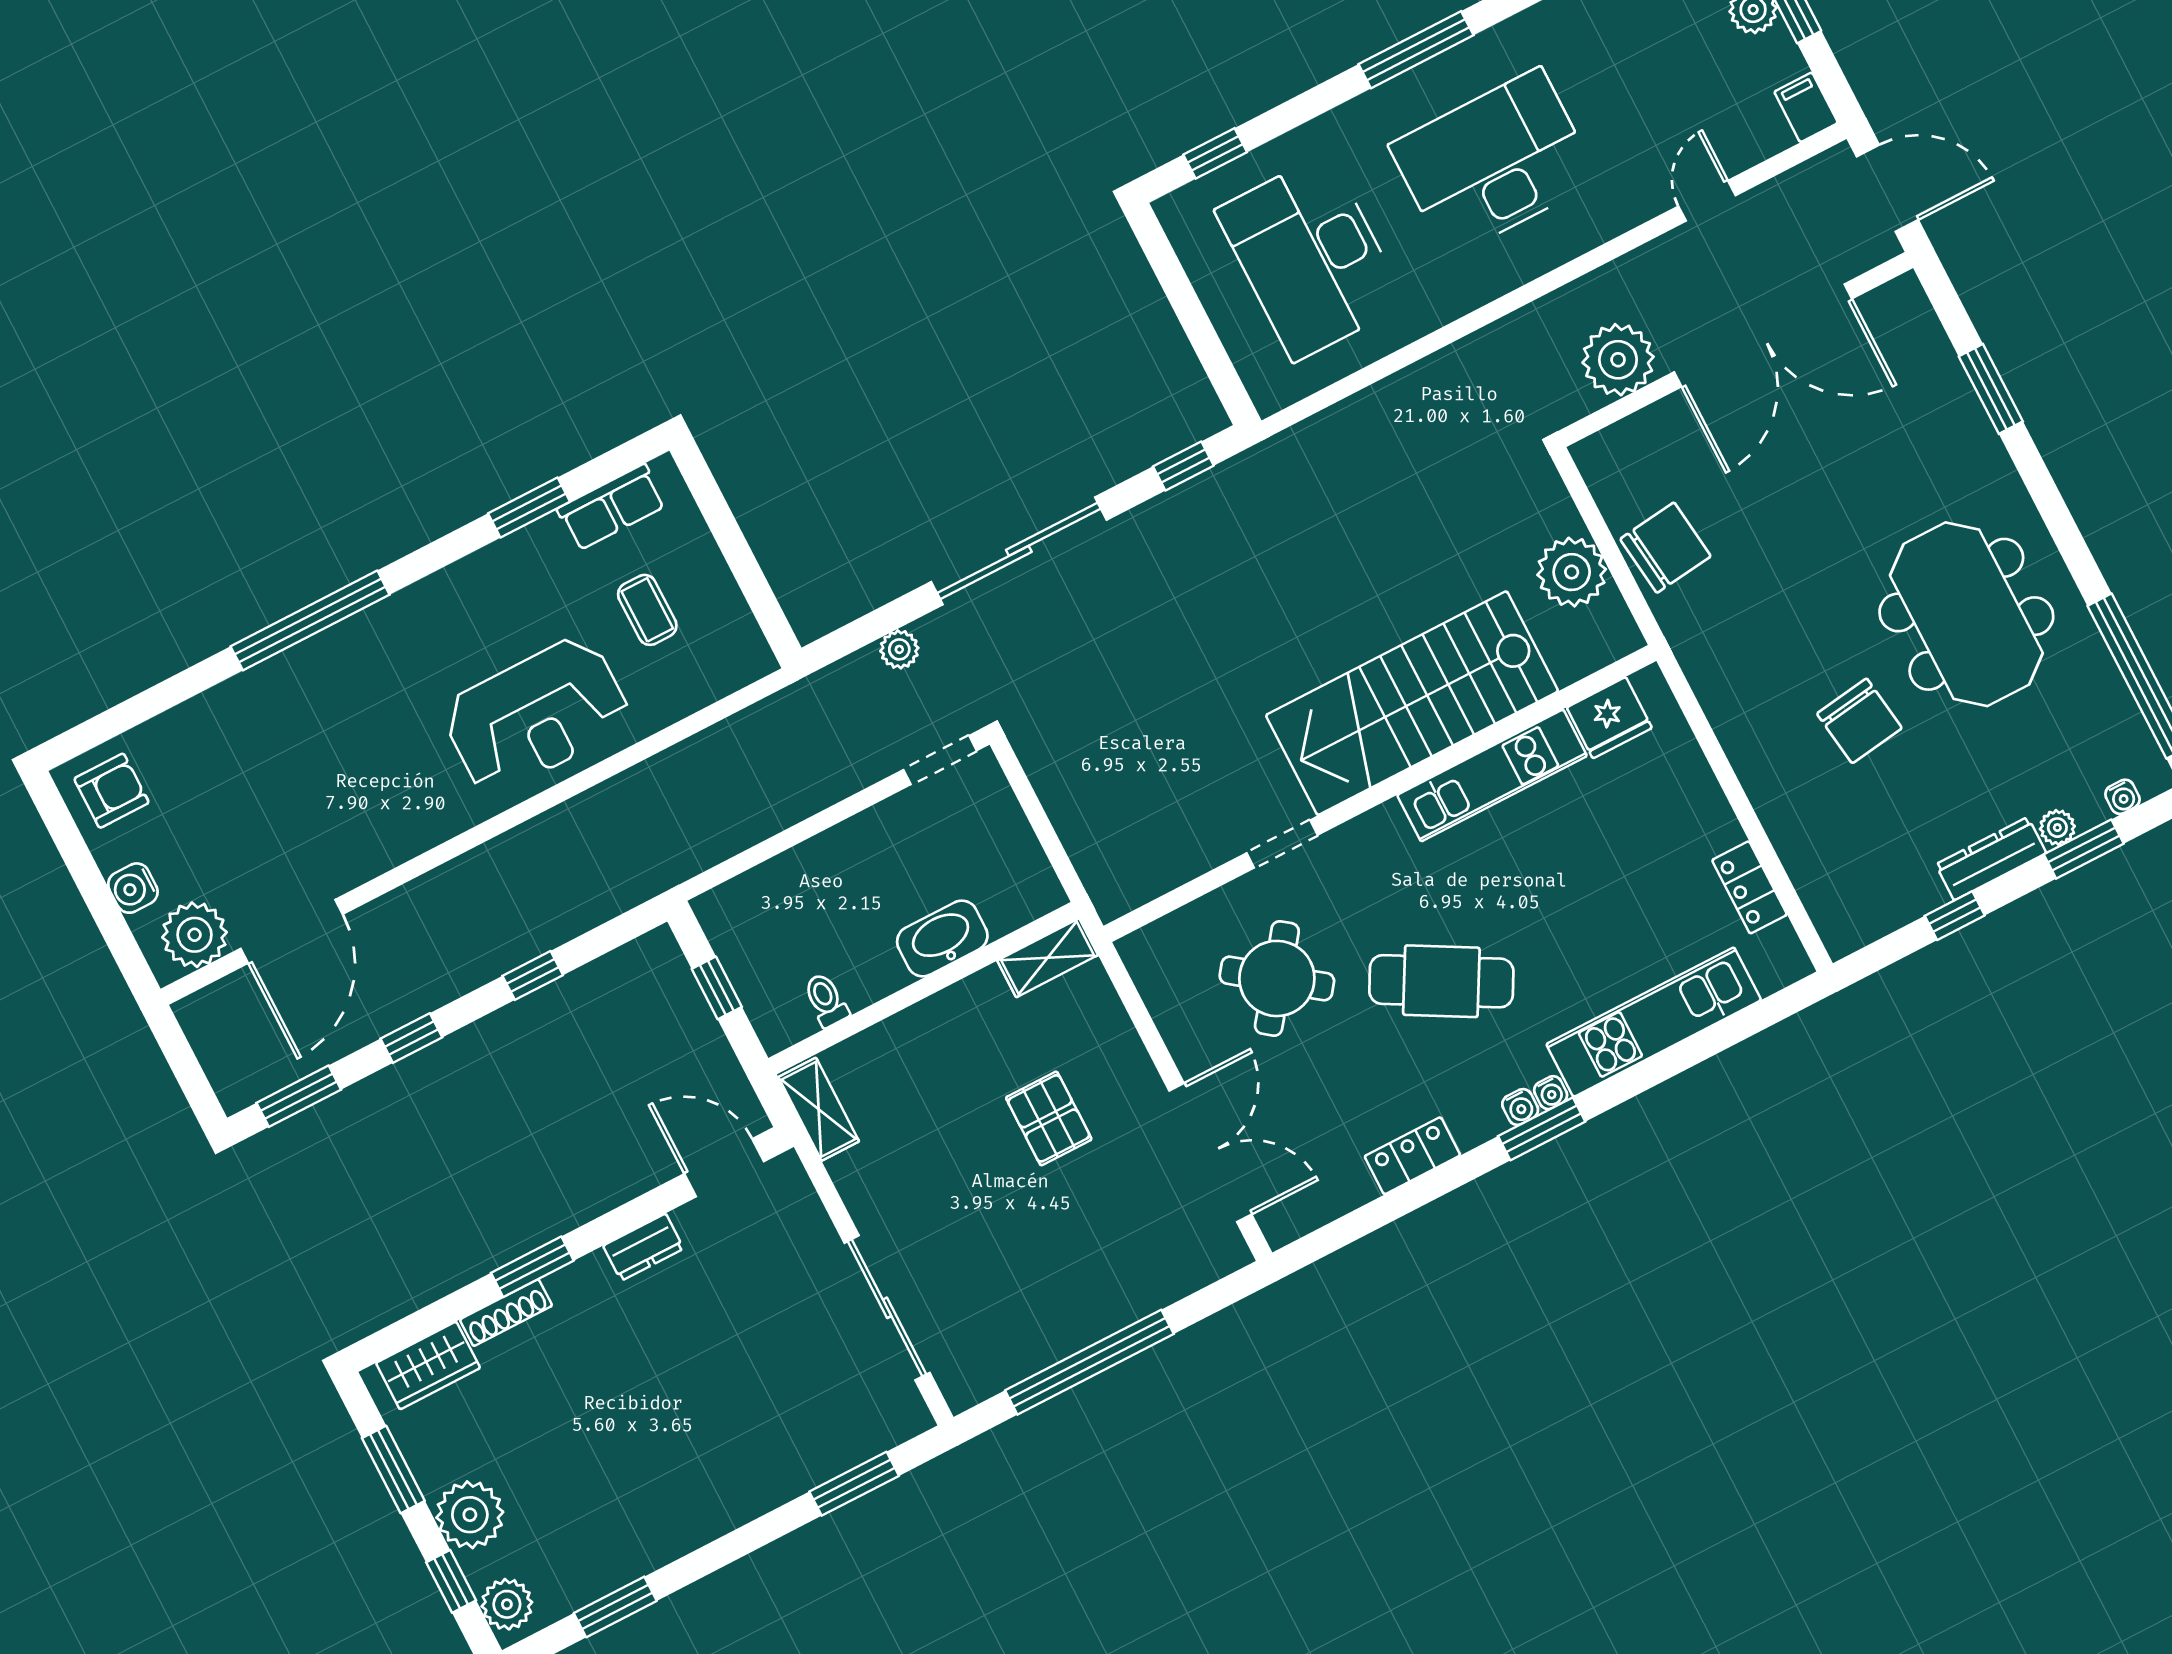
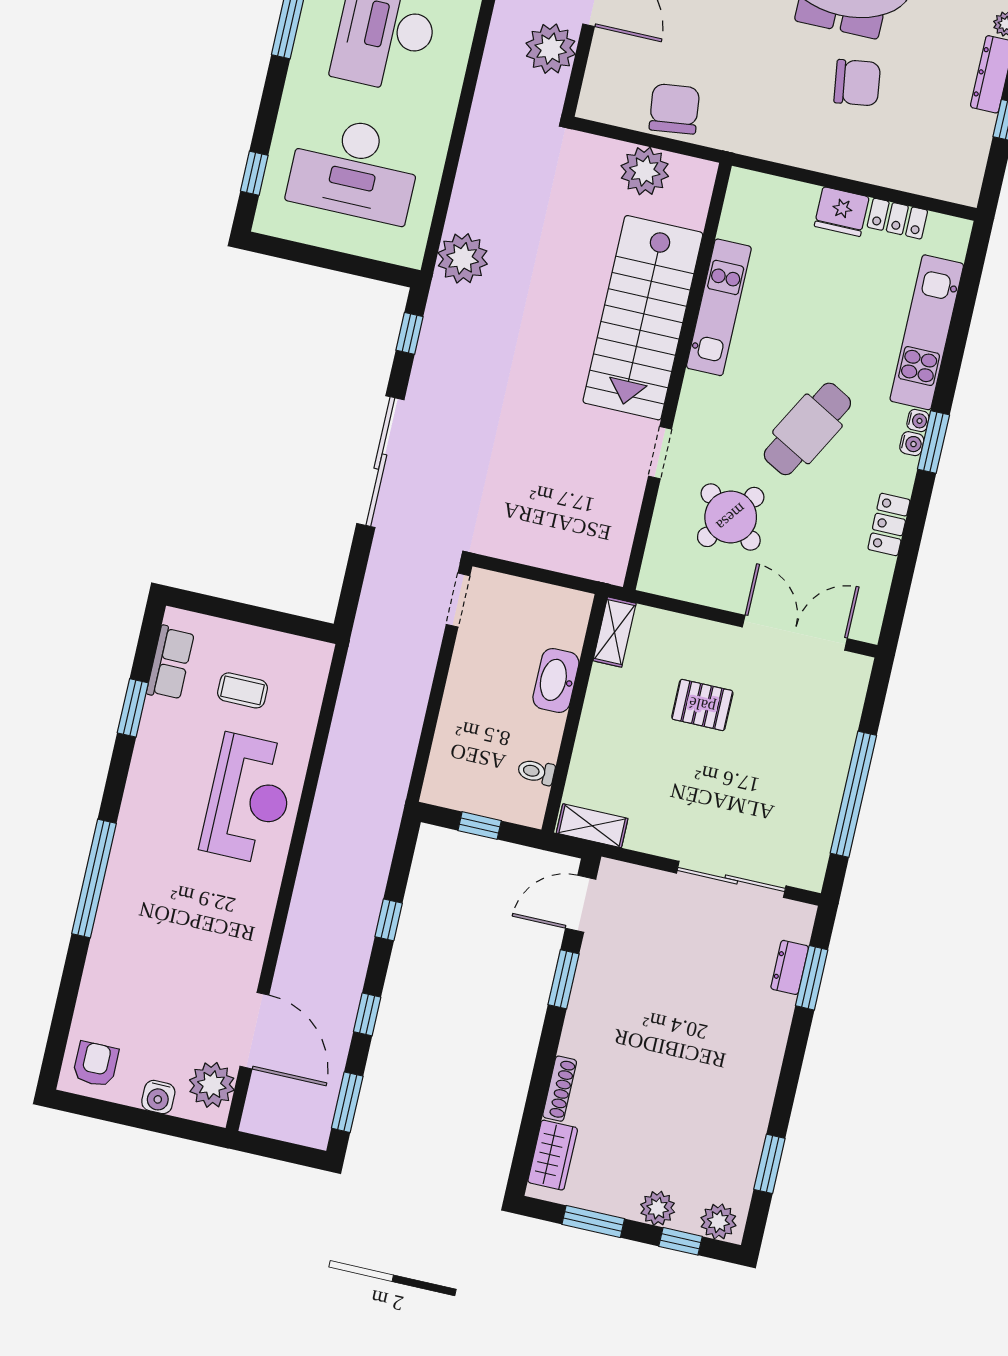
plant: (899, 649) -> (463, 258), moved, width x1.87, depth x1.87
fridge: (1609, 718) -> (842, 212), moved, turned 90
dresser: (643, 1247) -> (790, 967), moved, turned 180
window: (532, 1267) -> (564, 979), moved
plant: (470, 1515) -> (658, 1208), width x0.73, depth x0.73

